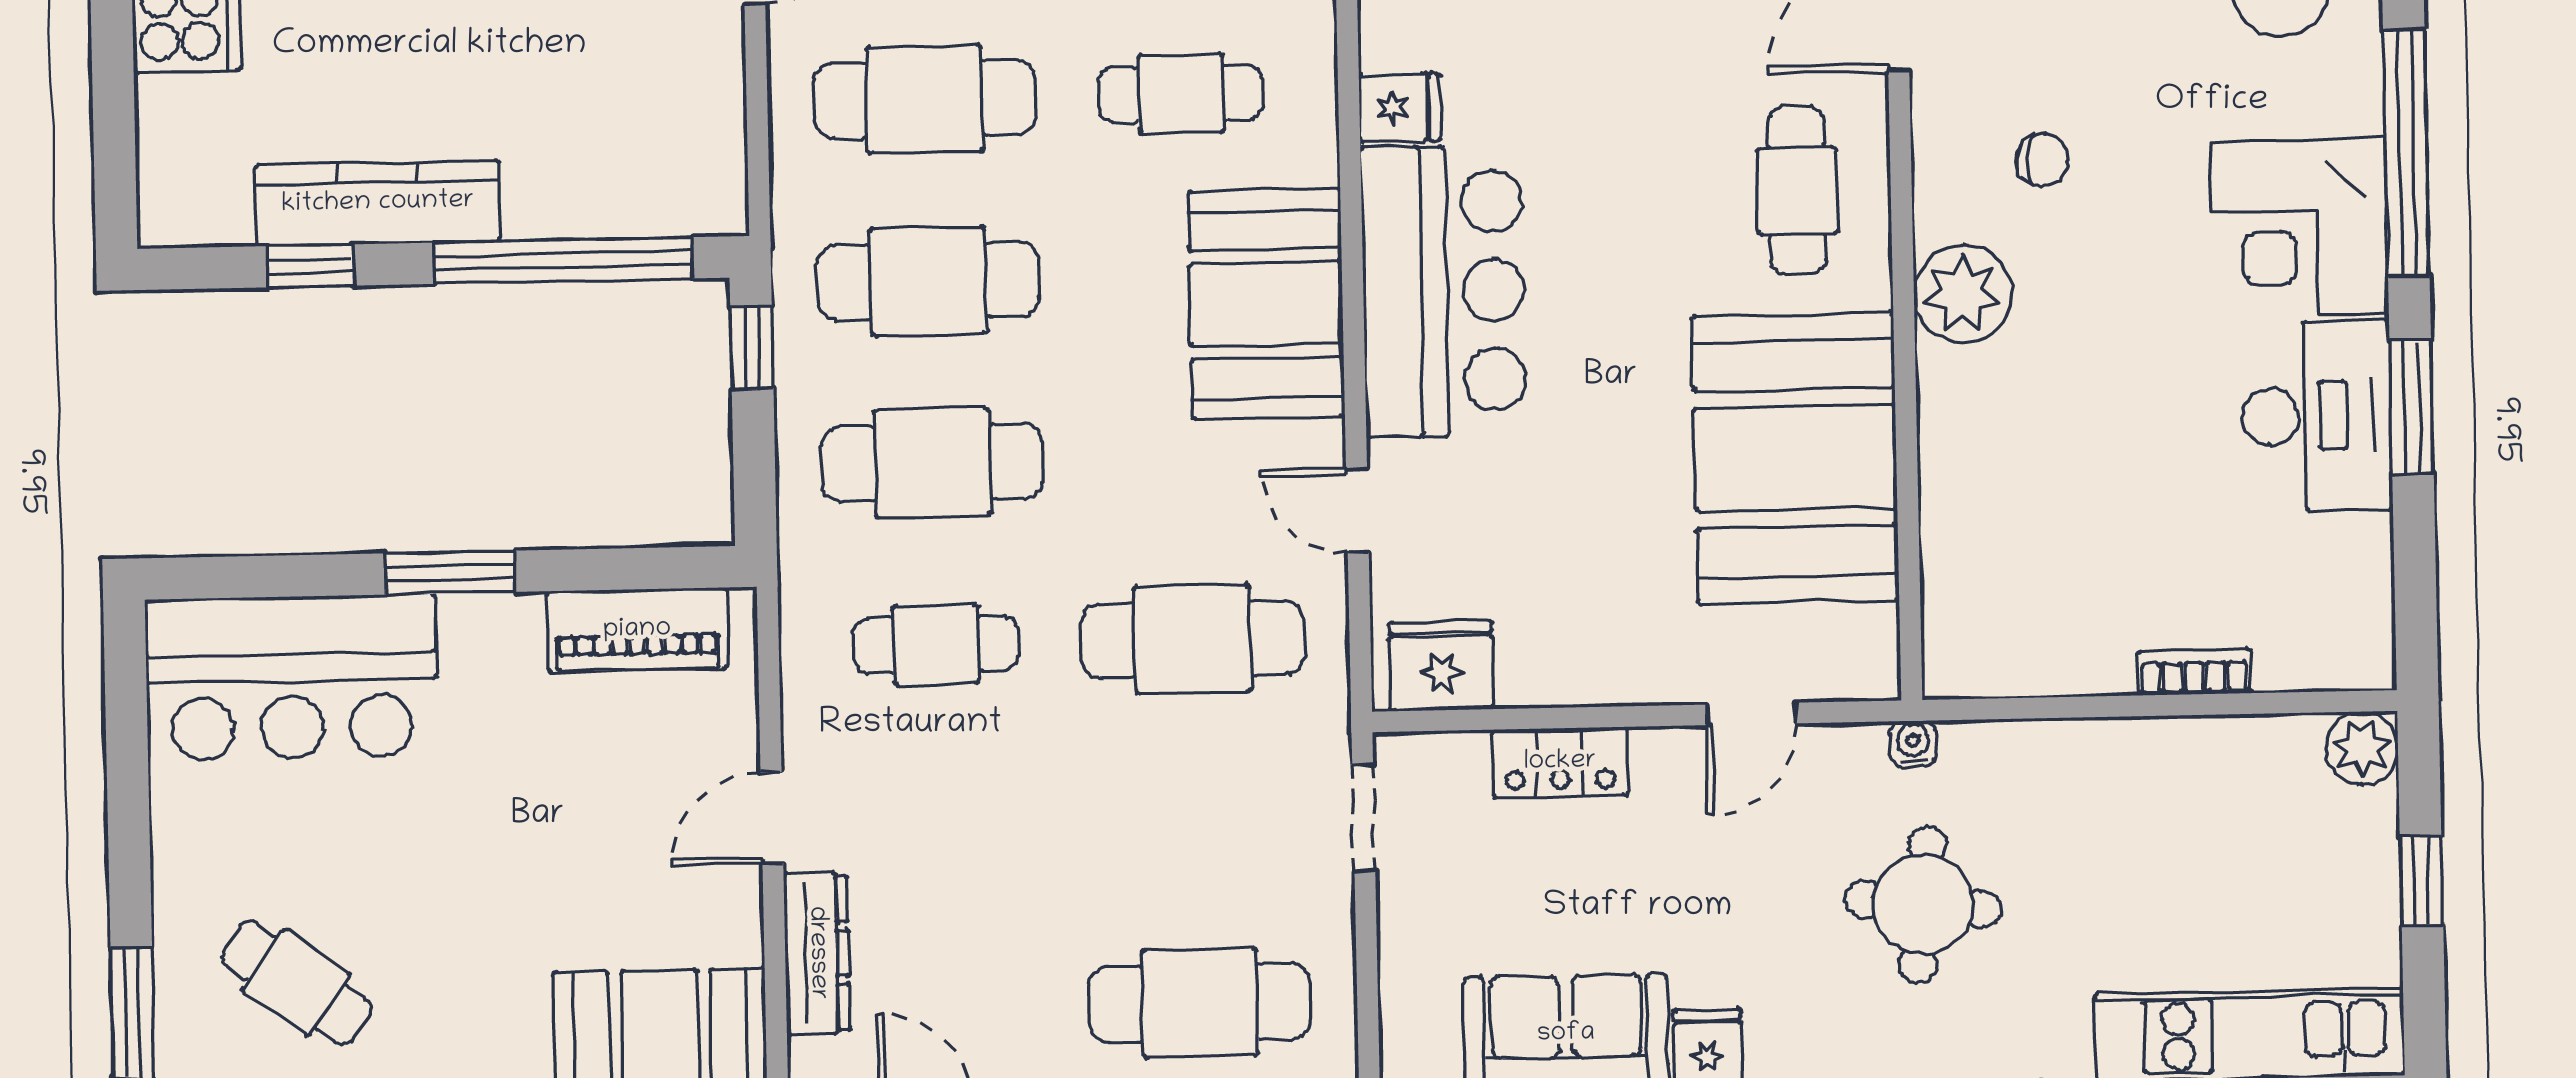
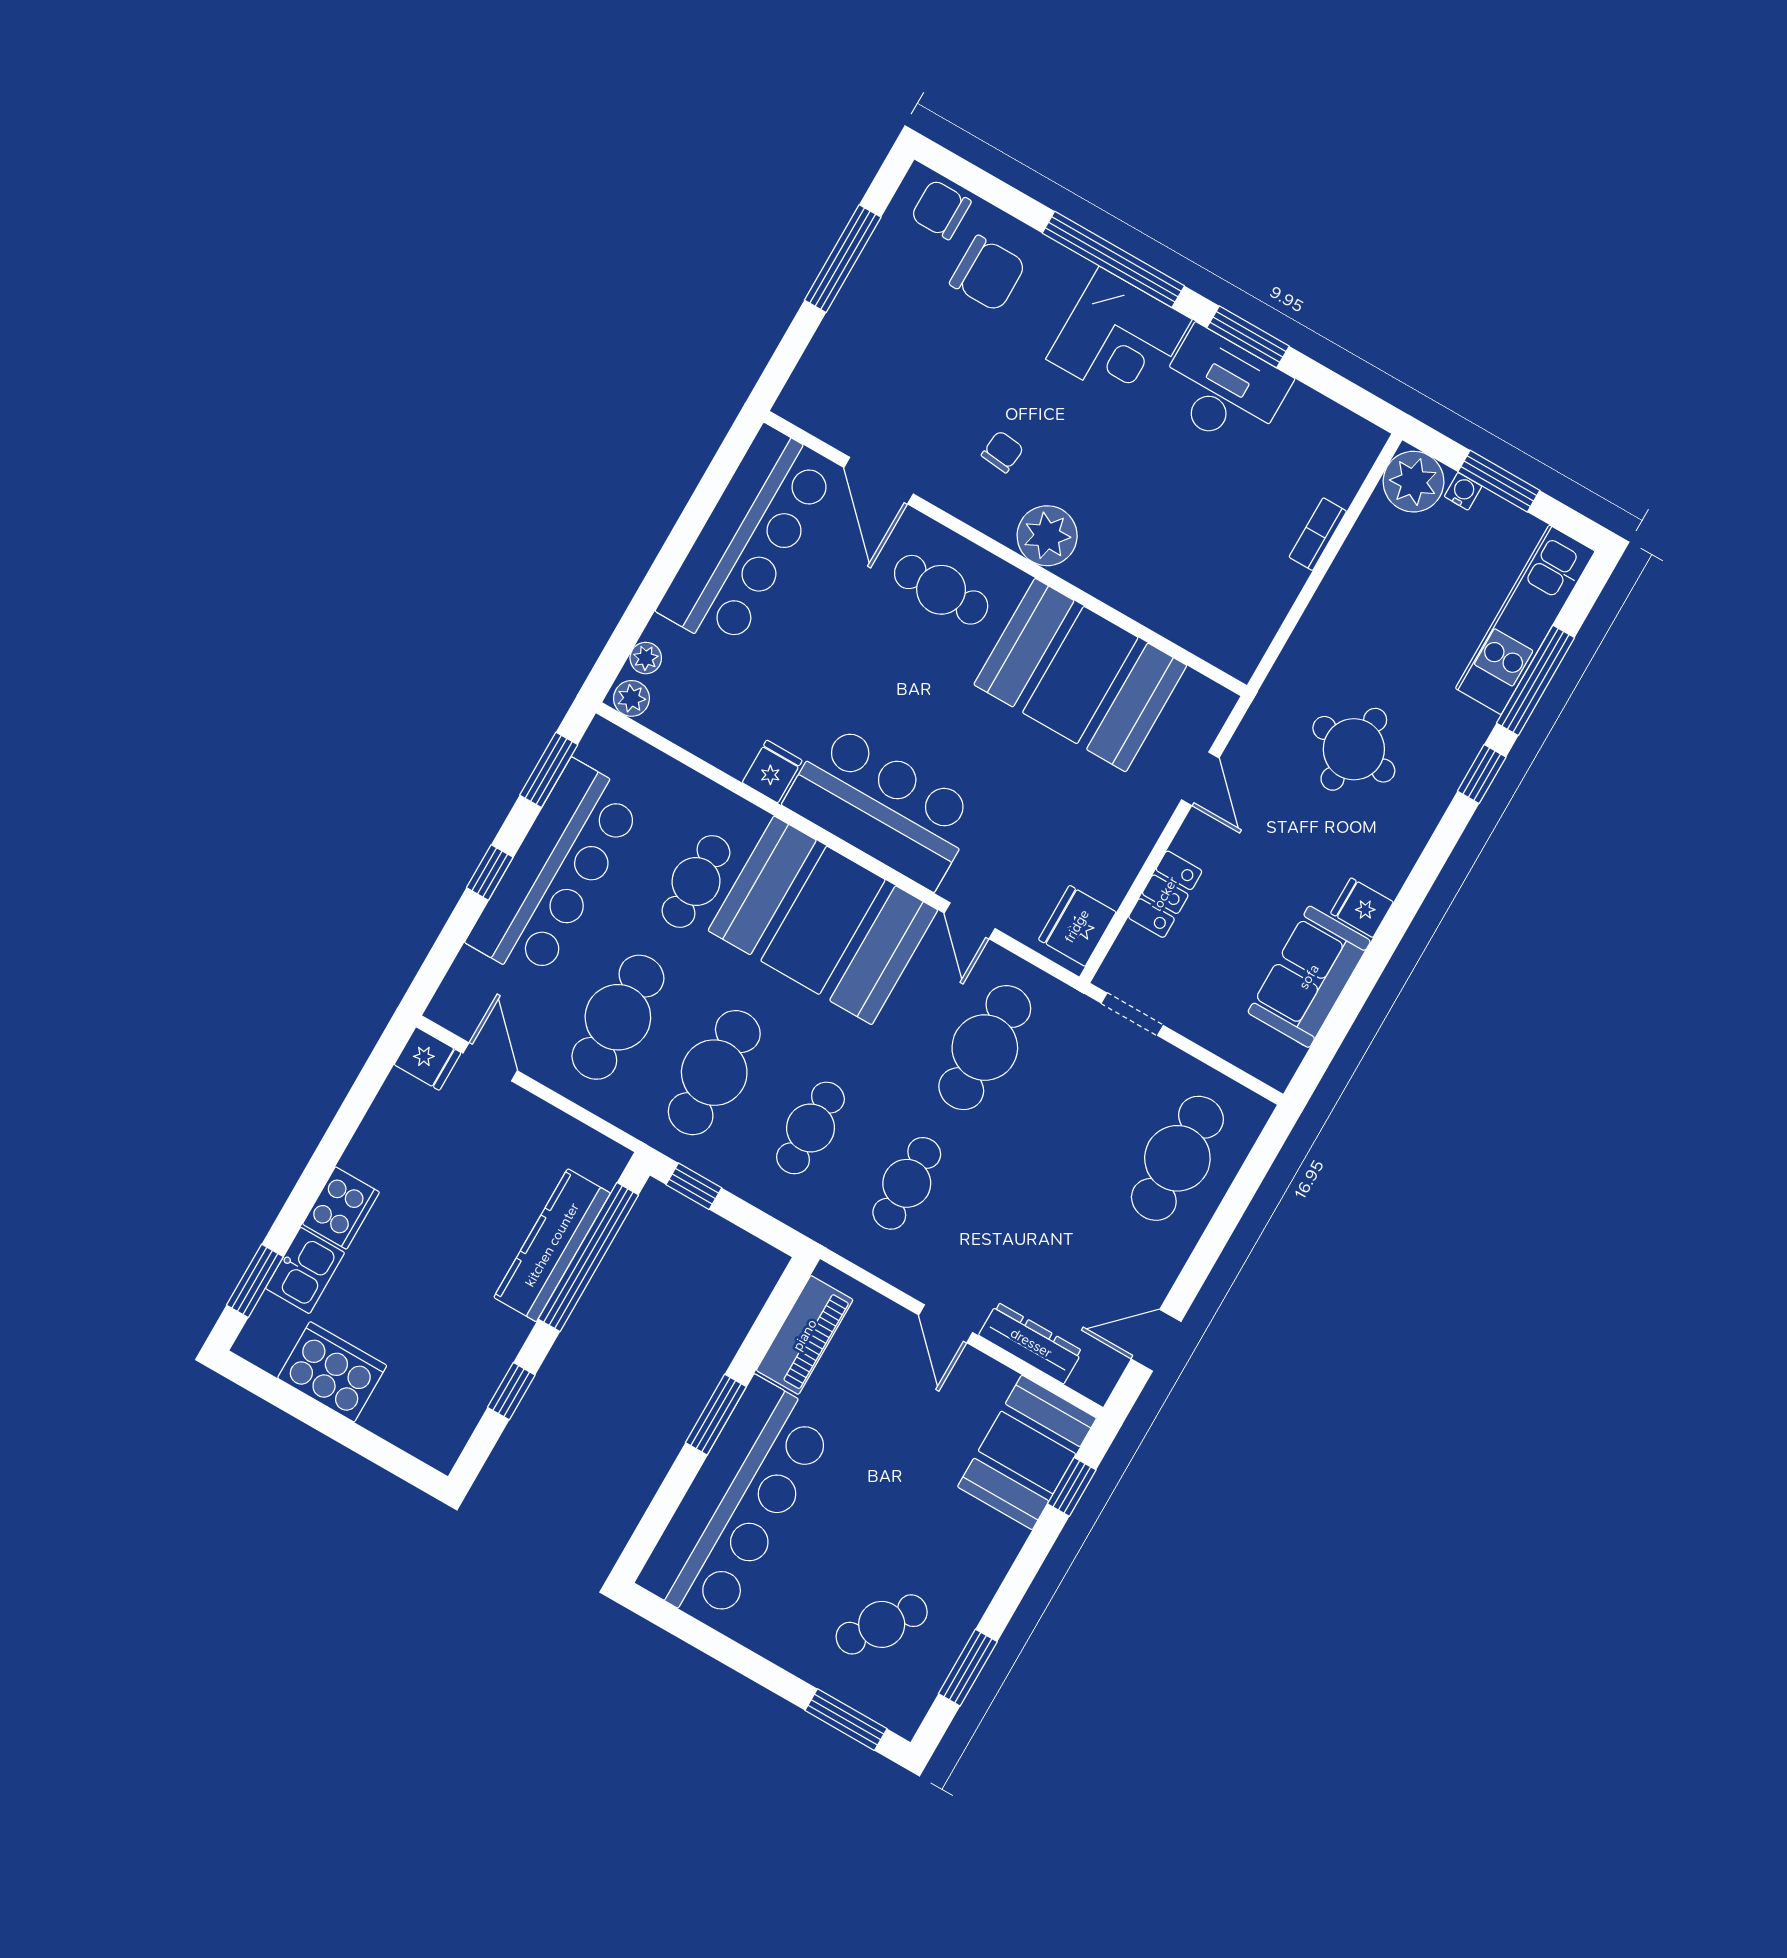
kitchen counter: (378, 203) -> (552, 1245), moved
booth: (1266, 304) -> (823, 920), width x1.36, depth x1.42
cafe table: (932, 463) -> (810, 1128), width x0.73, depth x0.74
door: (1357, 511) -> (970, 921), hinge flipped
bar counter: (291, 677) -> (737, 1503), width x1.36
water cooler: (1913, 744) -> (1463, 491), moved, turned 90
plant: (2362, 748) -> (1413, 482), width x1.36, depth x1.36
window: (2421, 881) -> (1499, 481), width x1.50

